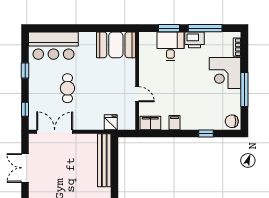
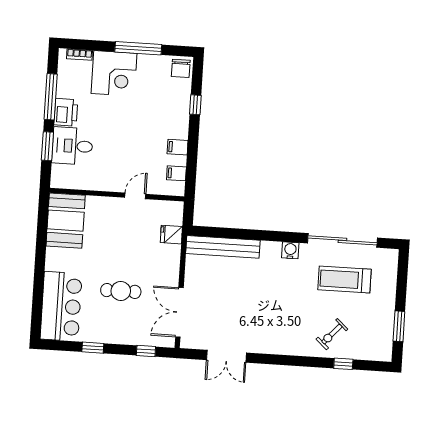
filing cabinet: (150, 123) -> (176, 173), width x0.50

